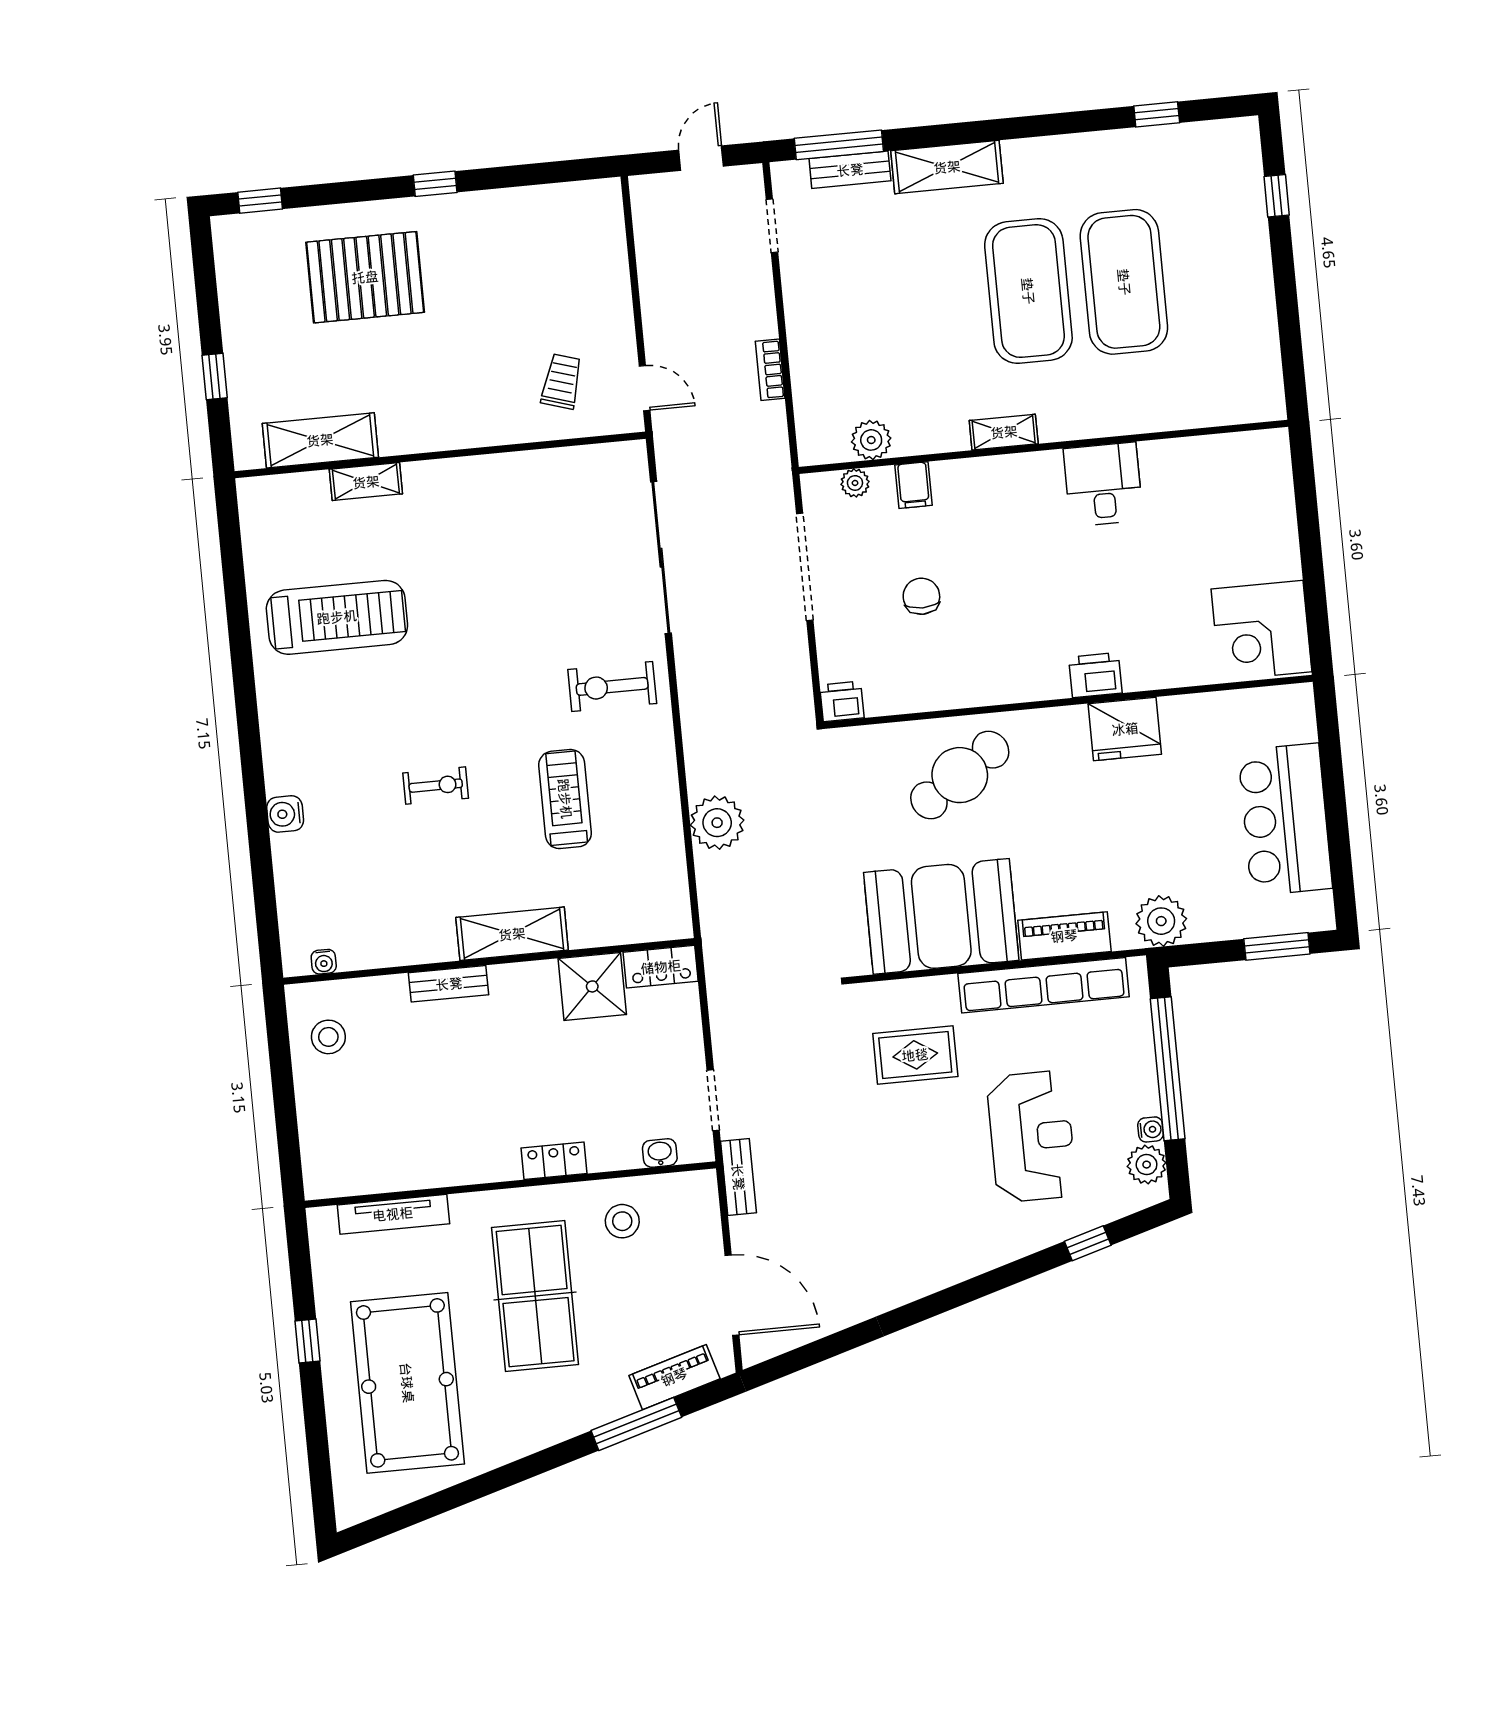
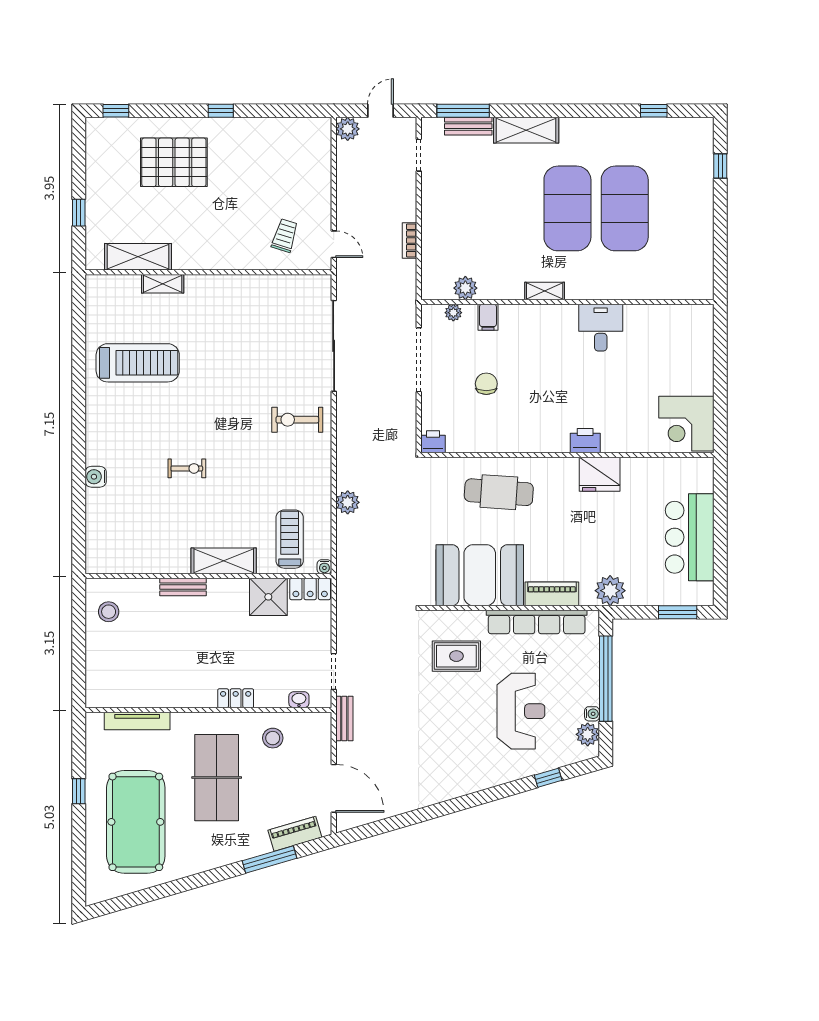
plant: (649, 194) -> (348, 129), added
cafe table: (960, 775) -> (499, 492), turned 38
treadmill: (565, 799) -> (290, 539), moved
plant: (717, 823) -> (348, 502), width x0.73, depth x0.73
water cooler: (324, 962) -> (324, 567), moved

